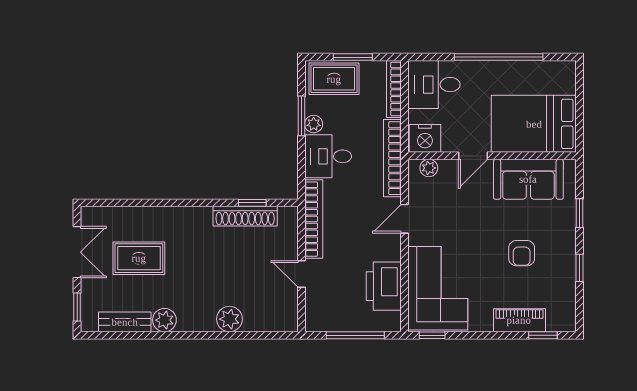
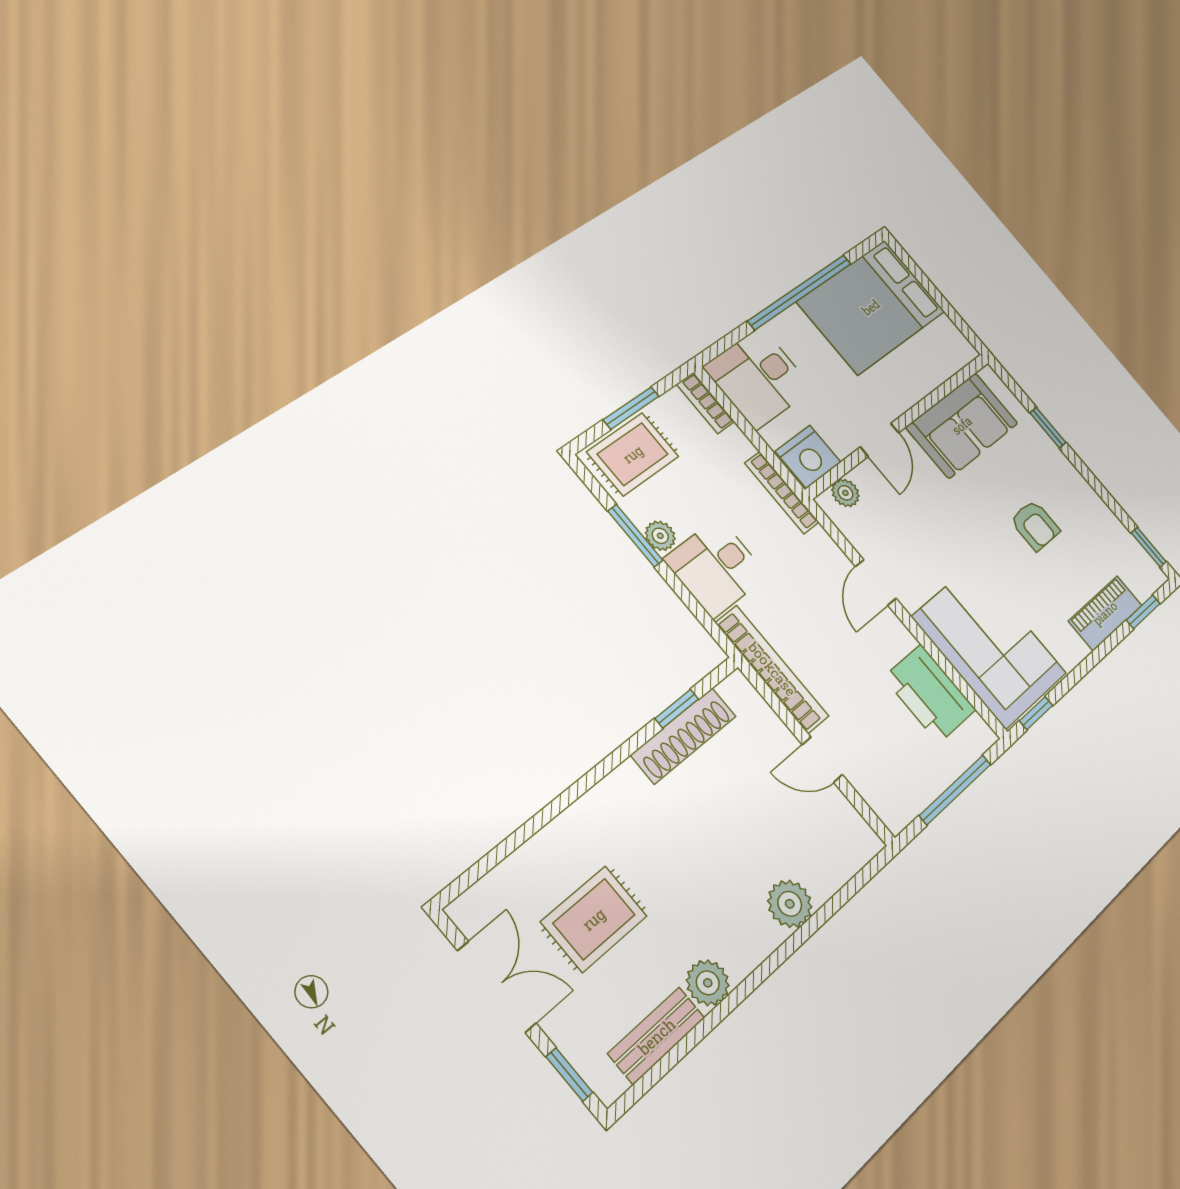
bookcase: (394, 89) -> (705, 403), width x0.64
bed: (534, 124) -> (871, 307), moved
bookcase: (392, 158) -> (782, 493), width x0.68, depth x0.76
window: (580, 268) -> (1149, 547), moved

